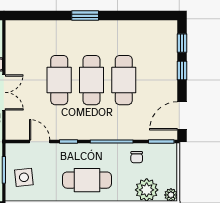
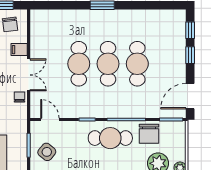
door: (40, 142) -> (50, 119), moved
chair: (137, 157) -> (149, 134), width x1.87, depth x1.87
side table: (24, 177) -> (47, 152), turned 45
cafe table: (87, 180) -> (110, 138), moved

